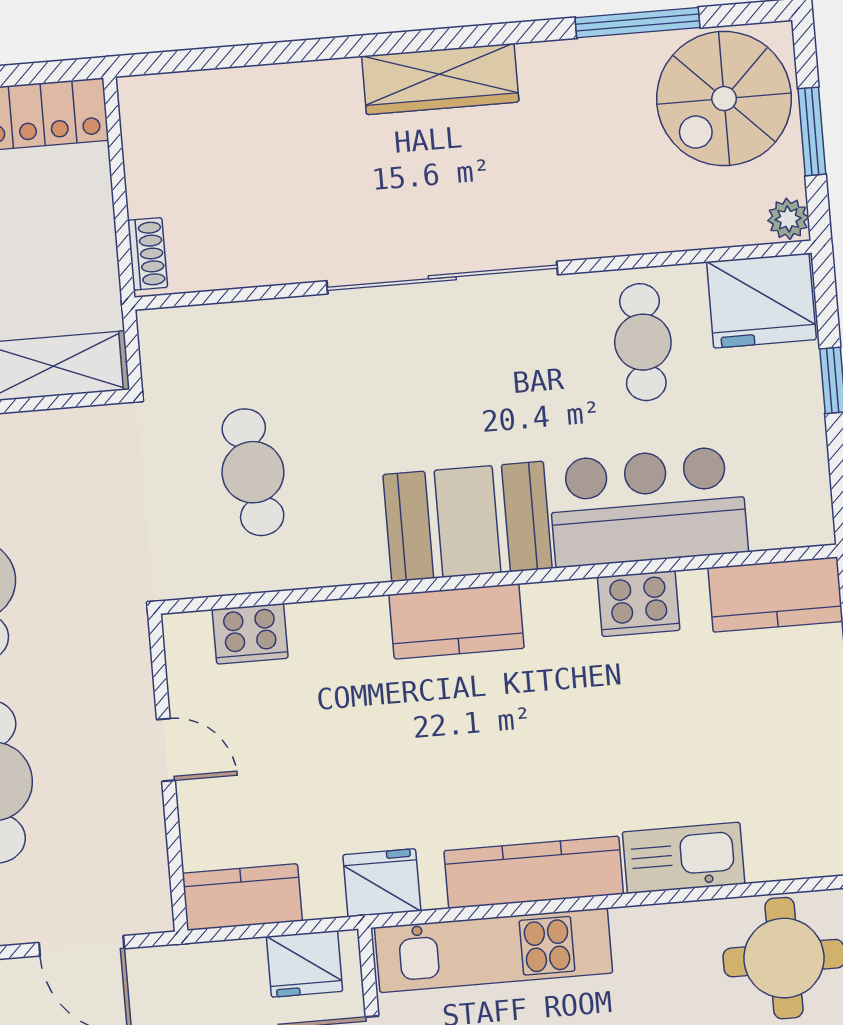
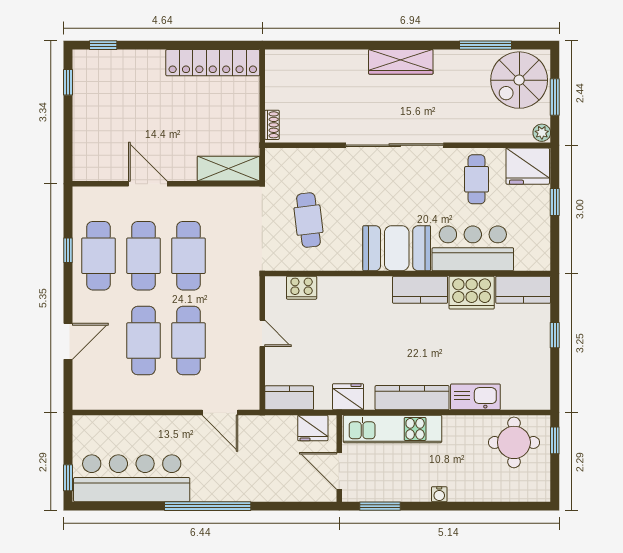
cooker: (639, 604) -> (472, 293), width x1.37, depth x1.31
kitchen counter: (457, 621) -> (420, 290), moved

